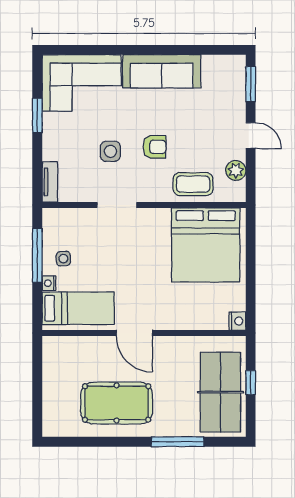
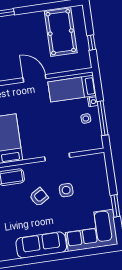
armchair: (155, 147) -> (39, 197), turned 149
tv unit: (50, 182) -> (101, 165), removed
window: (37, 376) -> (91, 42), added
pool table: (117, 403) -> (61, 32), moved, turned 90

